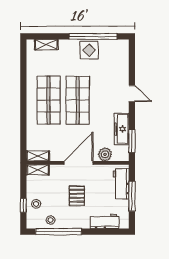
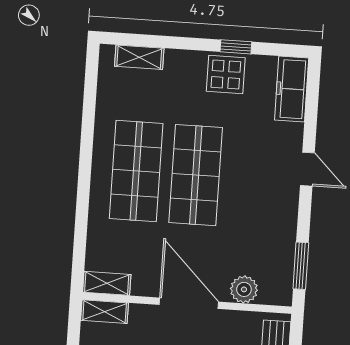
window: (93, 36) -> (236, 47), width x0.32
freezer: (122, 129) -> (292, 89), moved
door: (79, 163) -> (189, 303), hinge flipped

